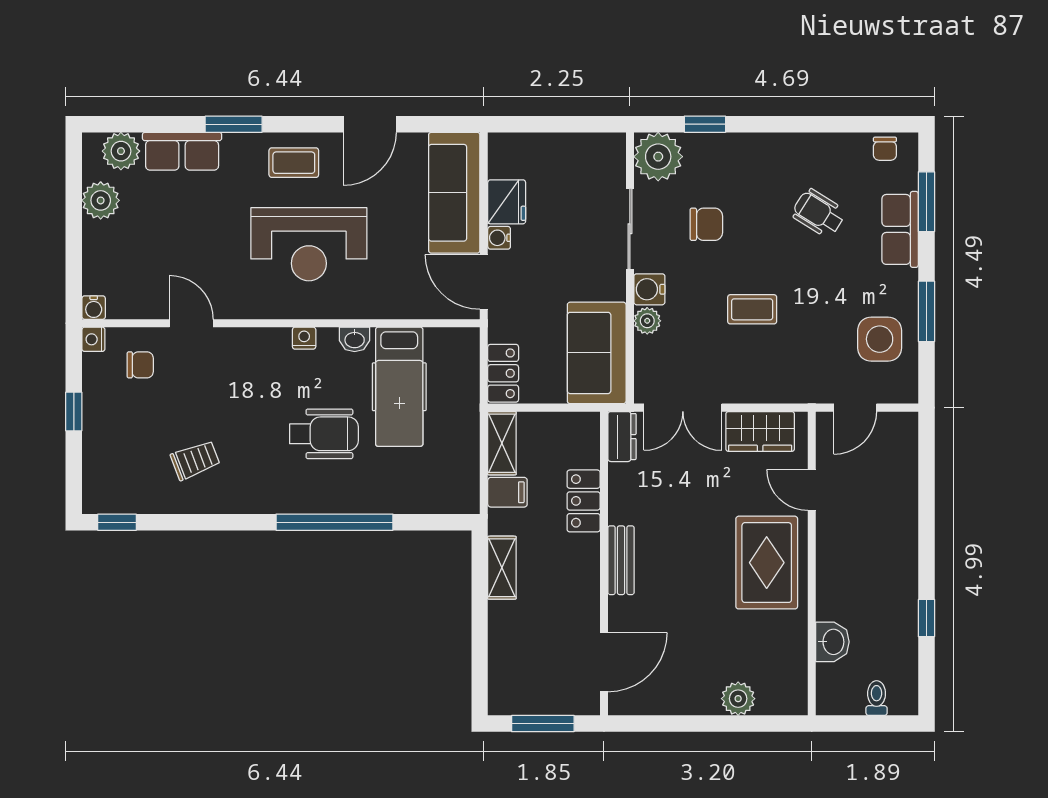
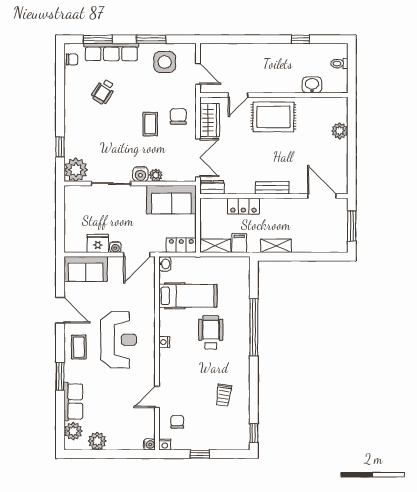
sofa: (454, 193) -> (86, 269), width x0.73
chair: (706, 224) -> (178, 116), moved
row of seats: (900, 229) -> (111, 52), width x1.48
washbasin: (355, 339) -> (165, 264), moved
trolley: (195, 460) -> (224, 395), turned -151

